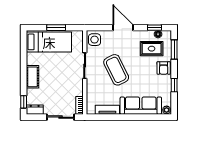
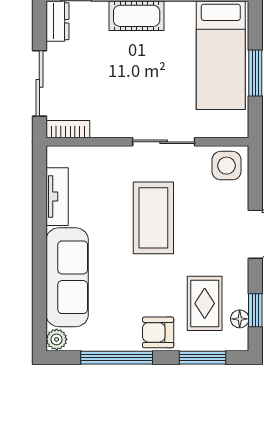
coffee table: (116, 70) -> (153, 218), turned -64
window: (174, 85) -> (117, 358), width x2.17

